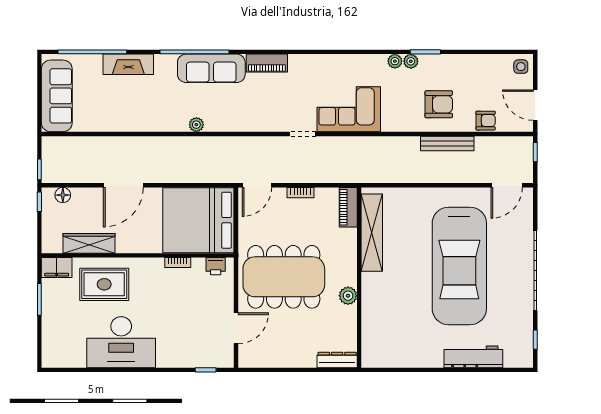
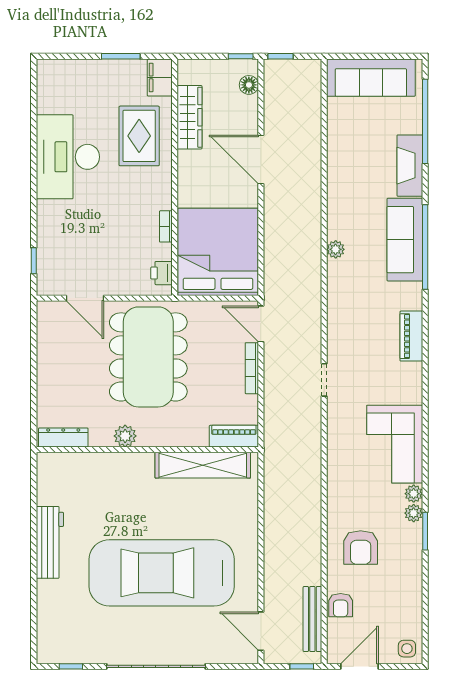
sofa: (211, 68) -> (405, 240), moved
corner sofa: (349, 109) -> (395, 444), moved, turned 180
bench: (447, 143) -> (312, 619), moved
bookcase: (300, 193) -> (252, 368), width x1.56
workbench: (473, 357) -> (50, 542), moved
dresser: (337, 360) -> (63, 437), moved, turned -90

